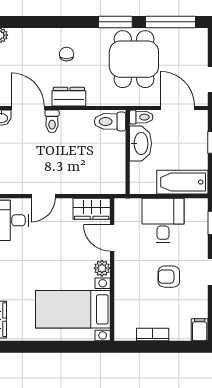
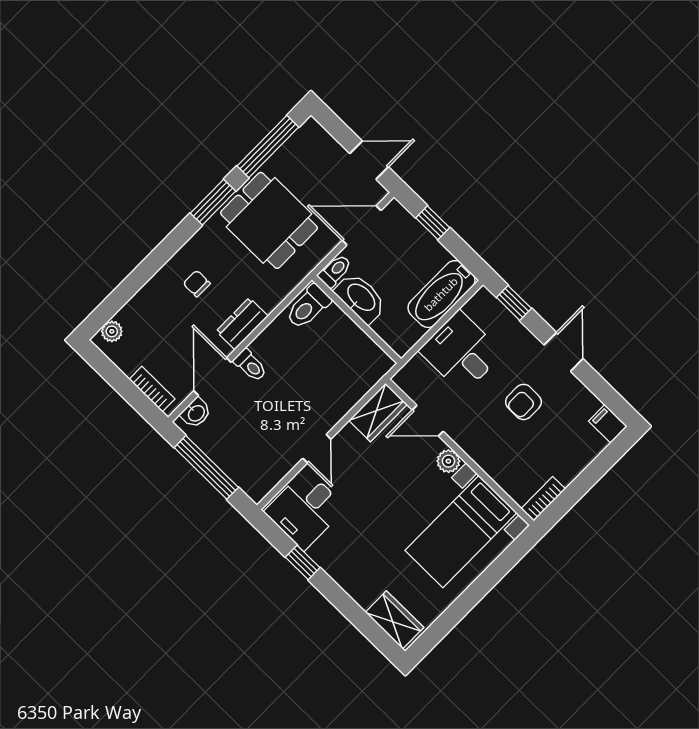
door: (28, 108) -> (212, 377), hinge flipped
bookcase: (153, 334) -> (543, 499), moved

